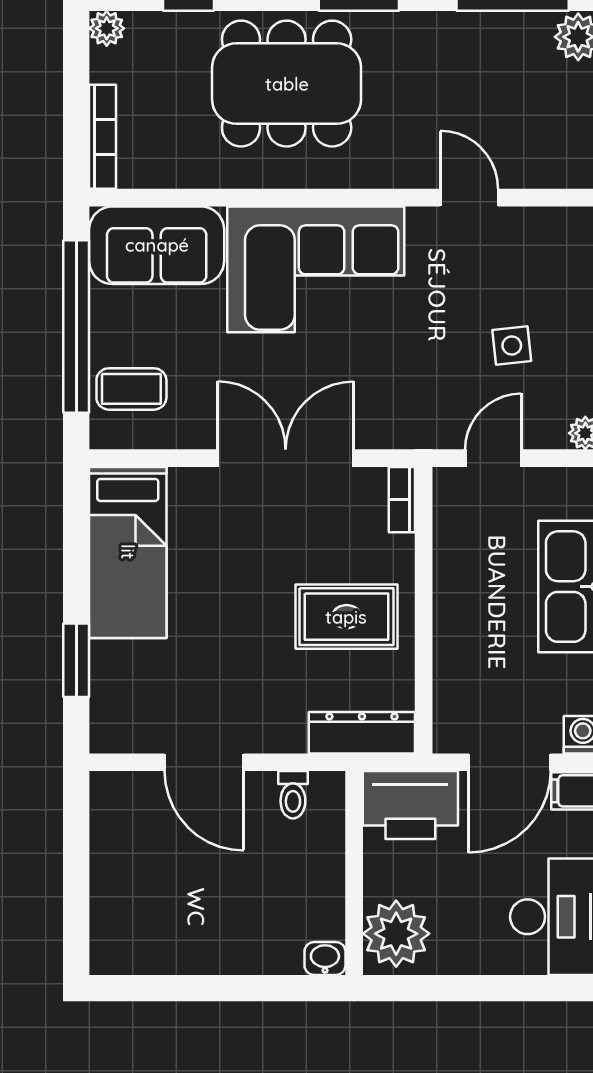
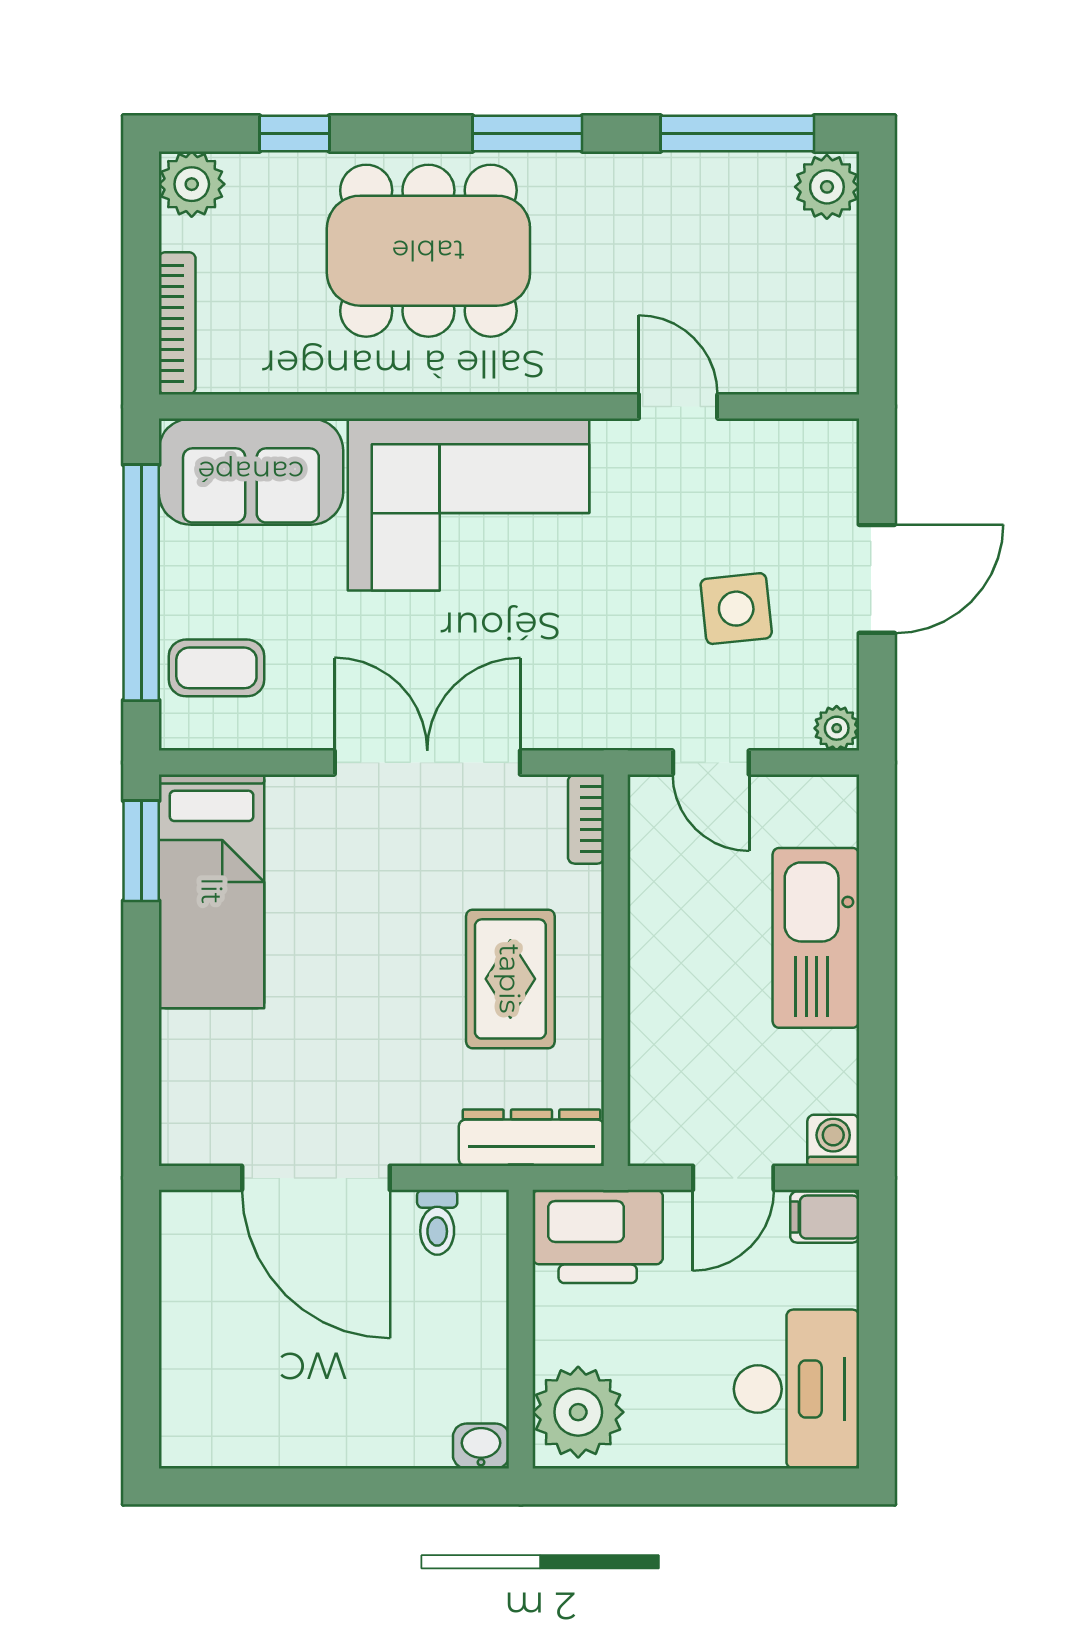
plant: (107, 28) -> (192, 184), width x1.38, depth x1.38
side table: (512, 346) -> (736, 609), width x1.37, depth x1.37
door: (493, 458) -> (711, 762), swing flipped
rug: (346, 617) -> (510, 979), turned 90
window: (76, 660) -> (141, 851), moved
door: (204, 762) -> (316, 1178), width x1.36
door: (510, 762) -> (733, 1178), width x0.73

